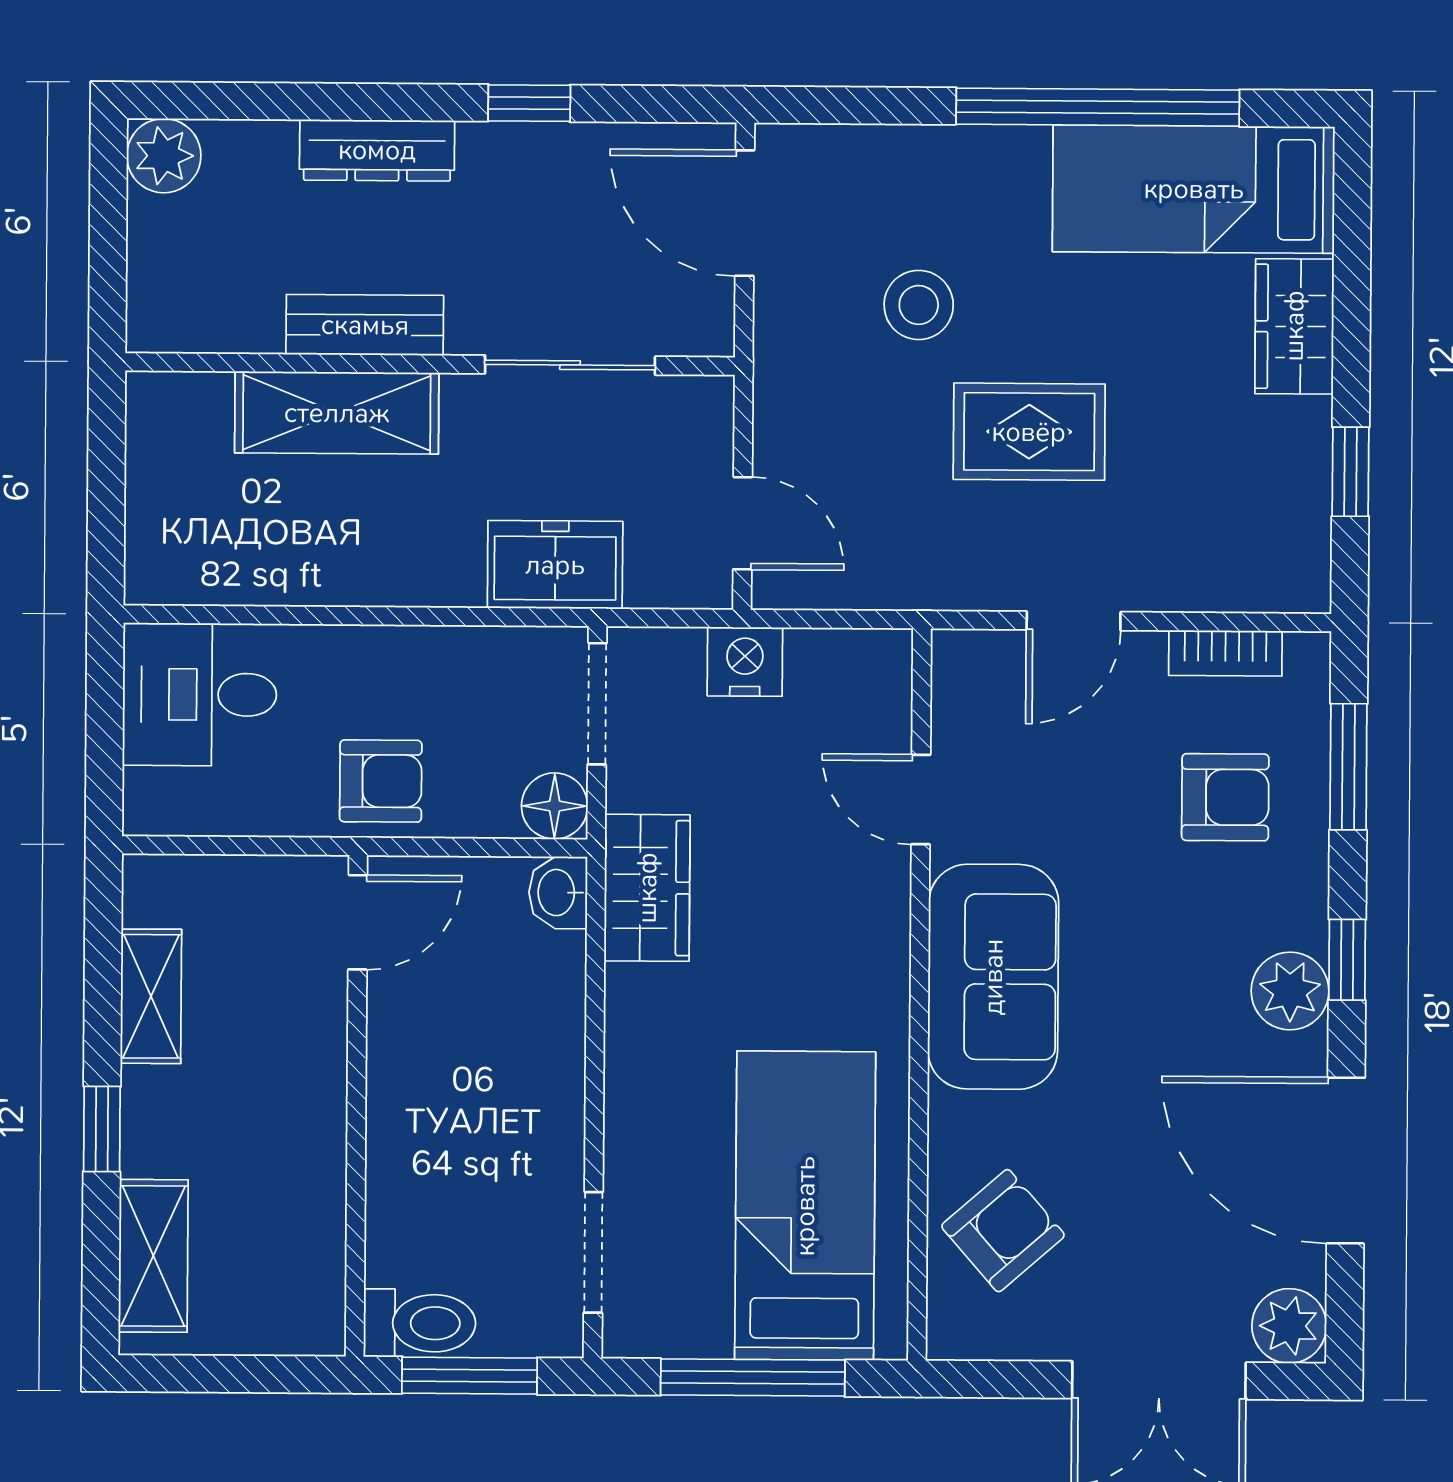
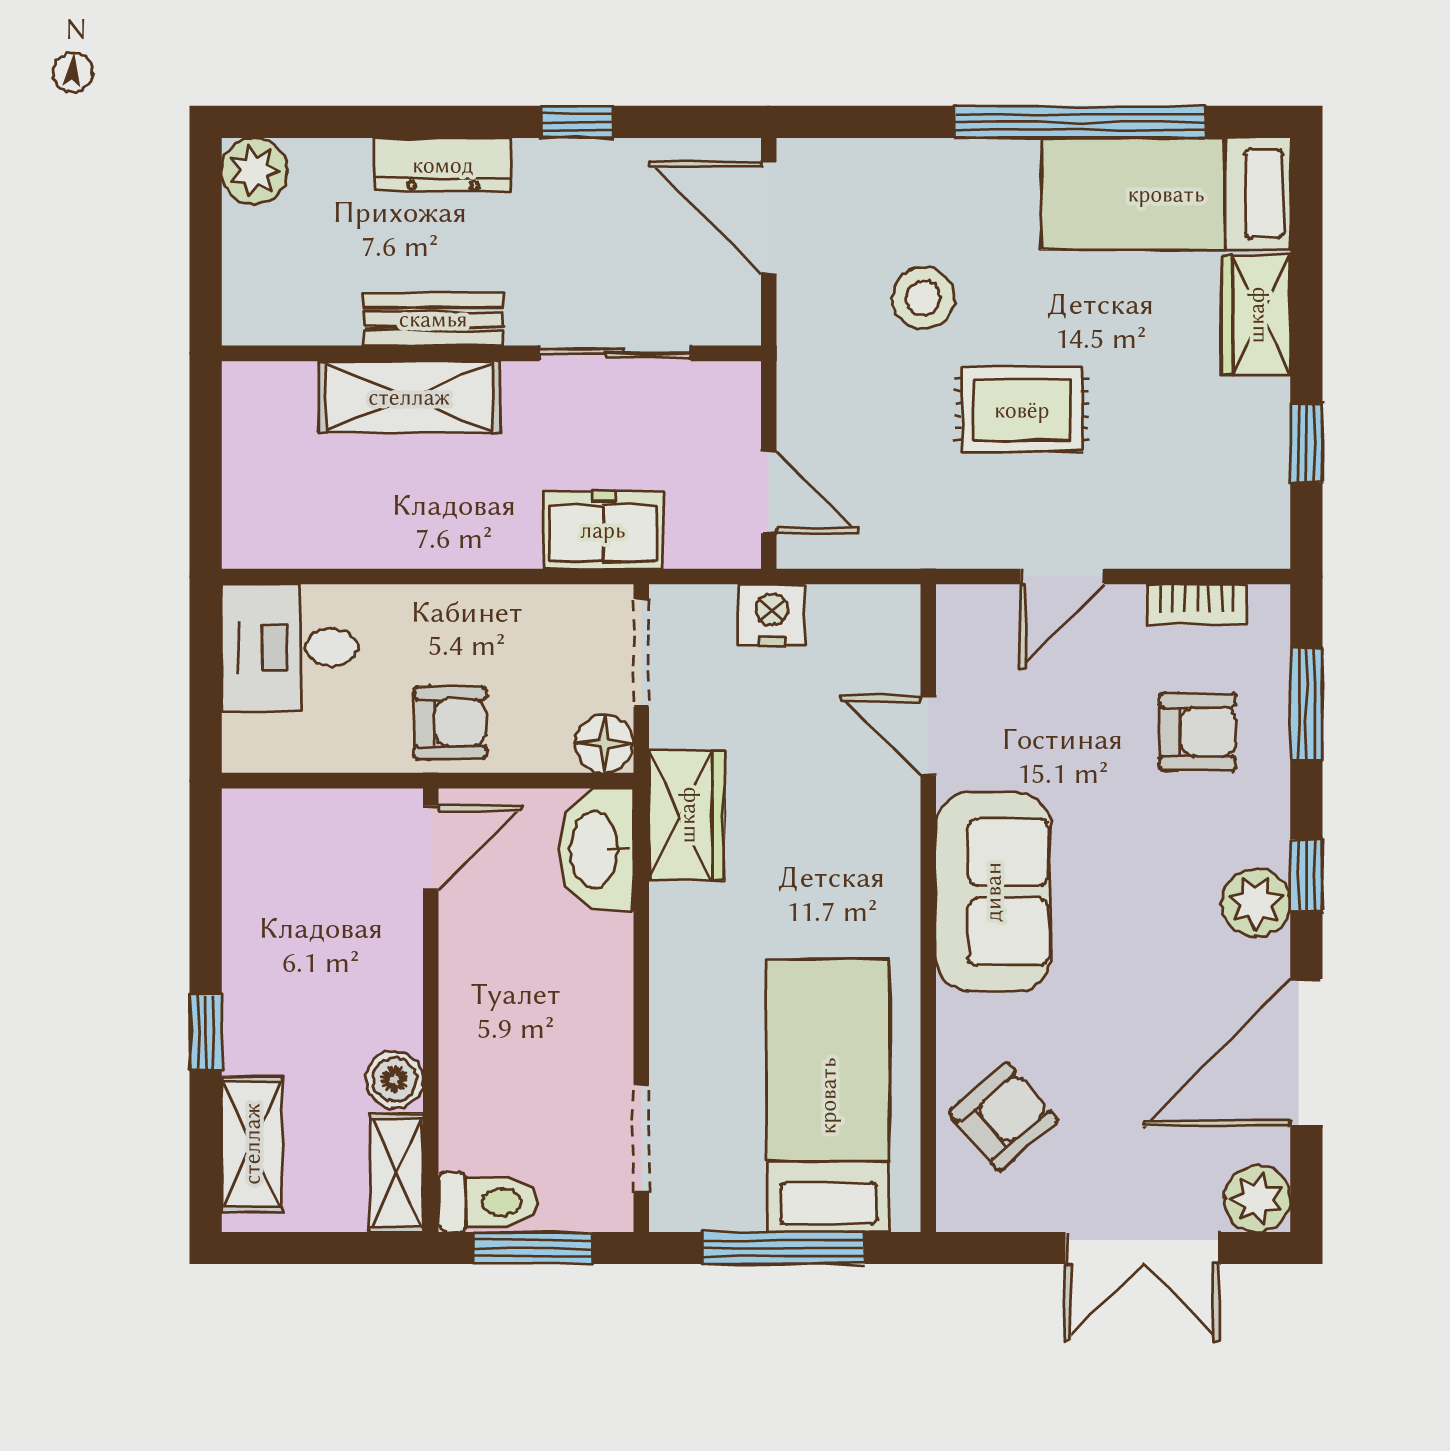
washbasin: (558, 893) -> (596, 849), width x1.91, depth x1.45
shelving: (151, 996) -> (396, 1173), moved
door: (1346, 1161) -> (1306, 1052), hinge flipped
boiler: (315, 1184) -> (394, 1080), added

